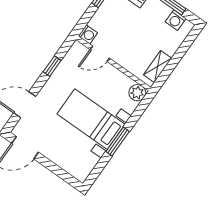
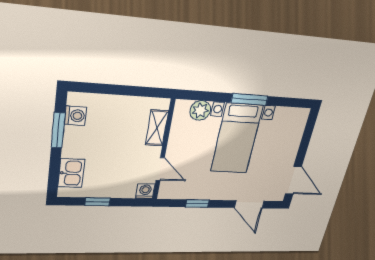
shelving: (158, 67) -> (157, 128), moved, turned 90
plant: (137, 93) -> (200, 110), moved

